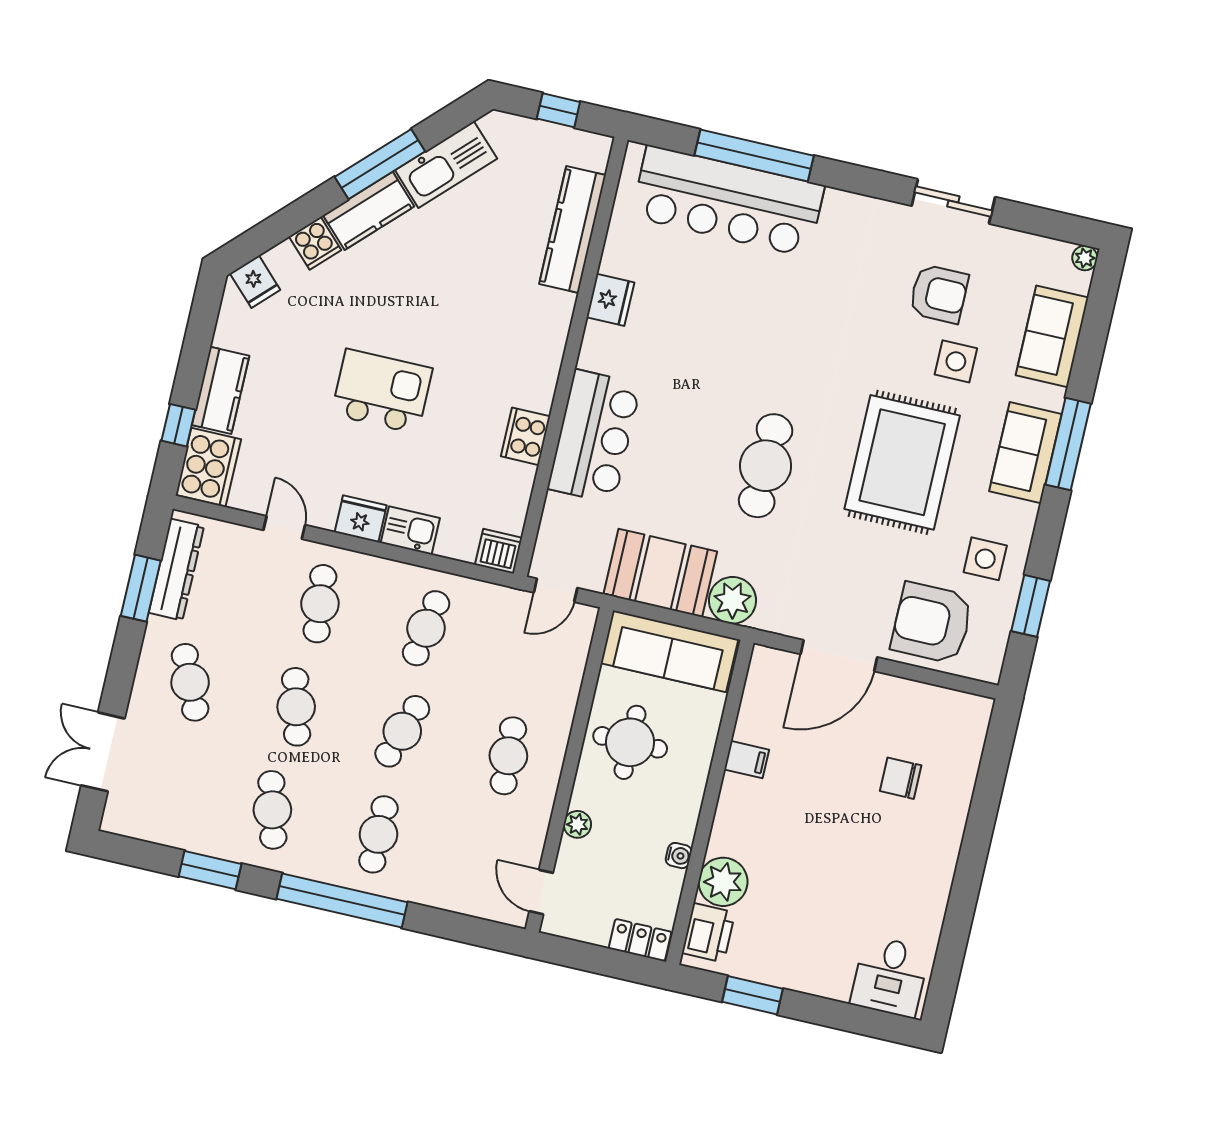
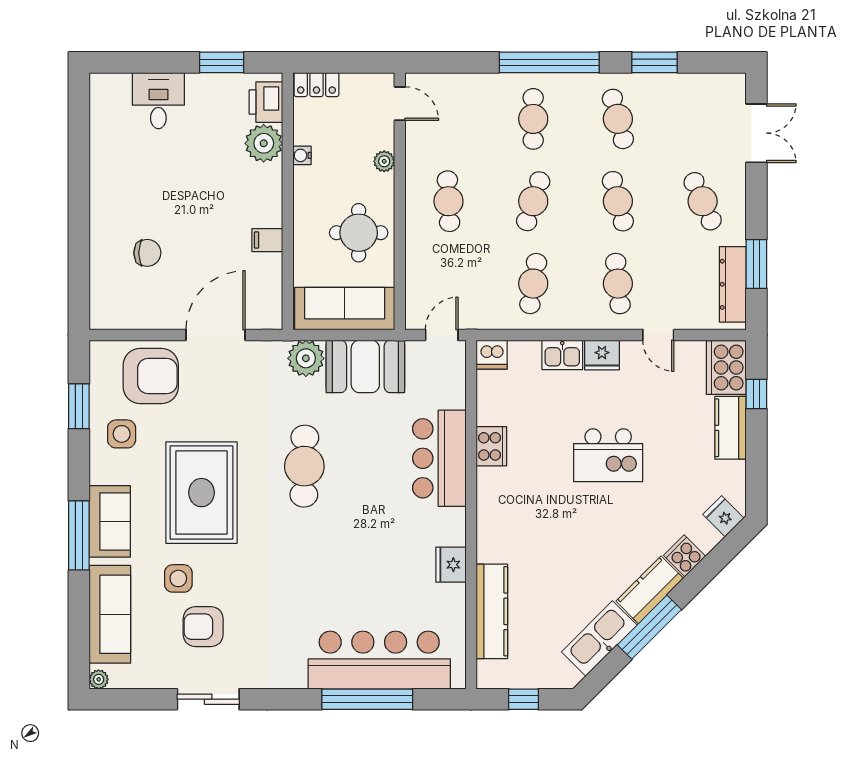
sofa: (1052, 336) -> (110, 614), width x1.36
desk: (890, 977) -> (158, 101), moved

